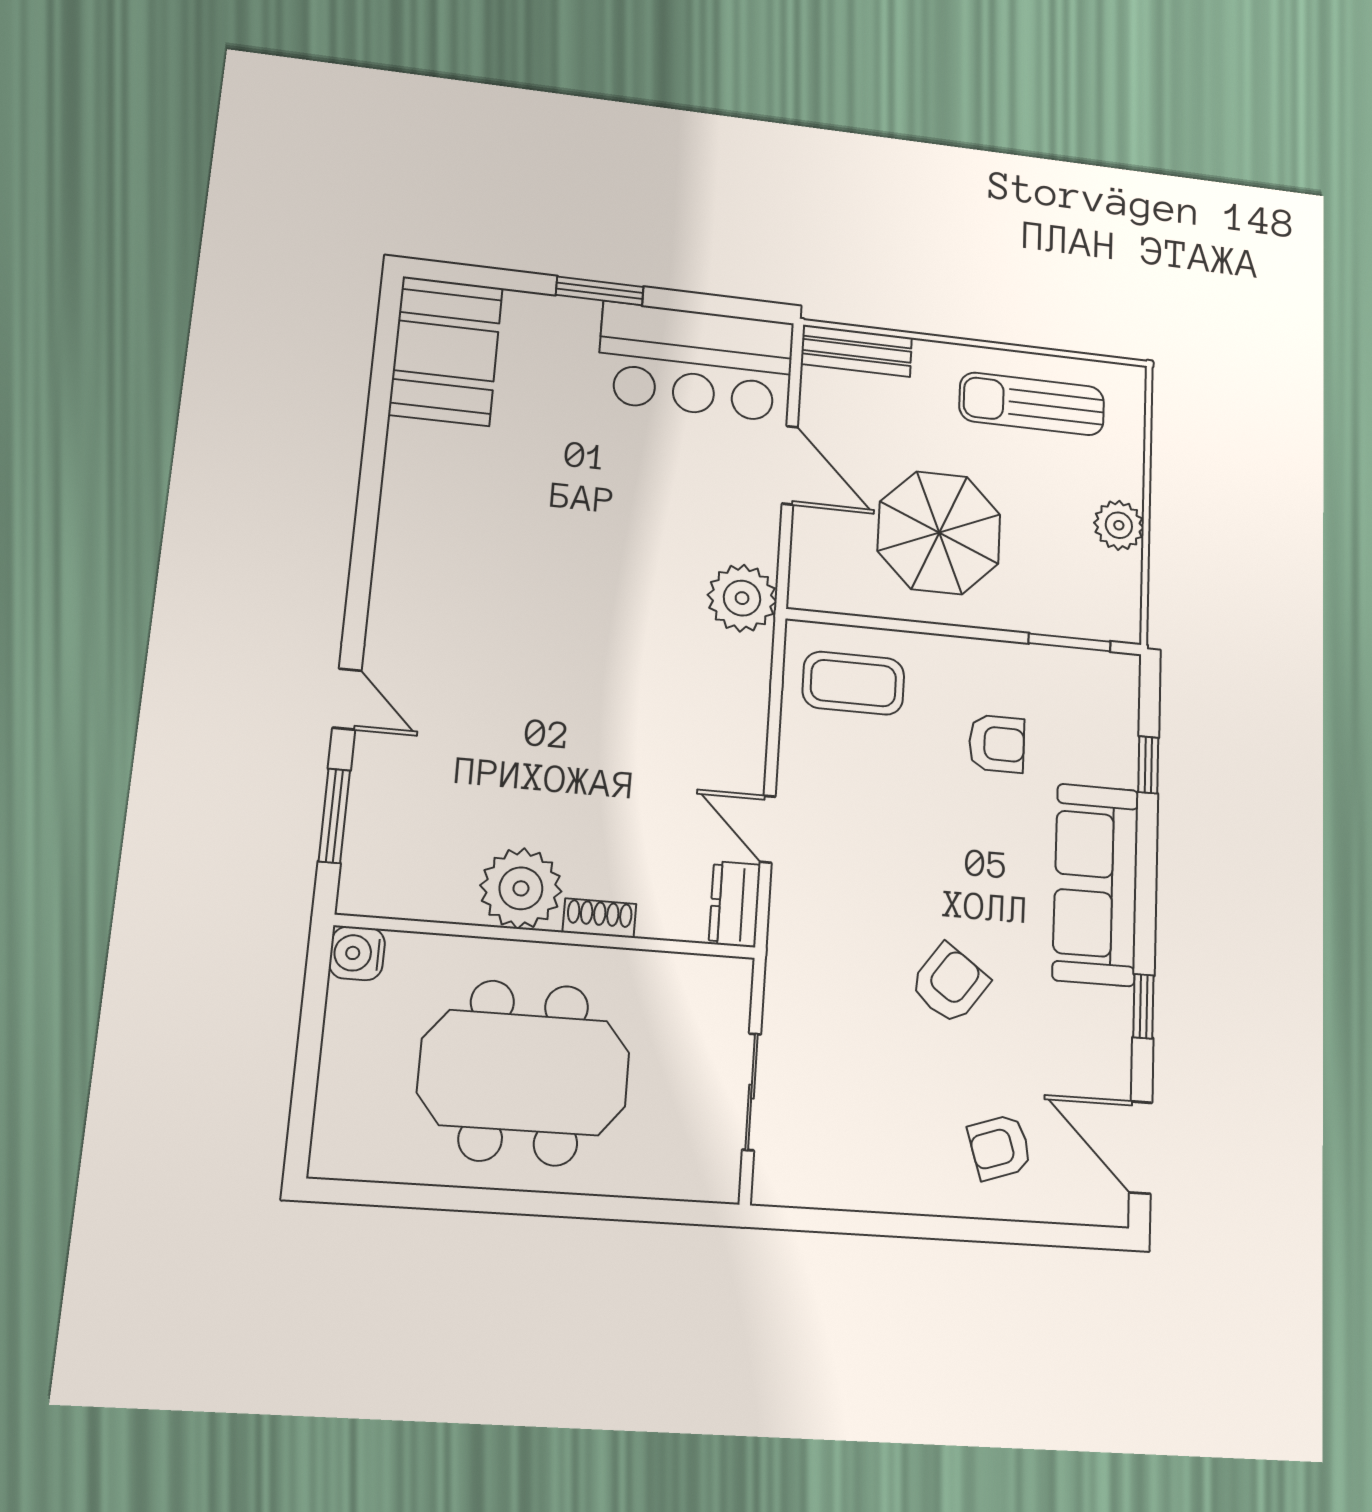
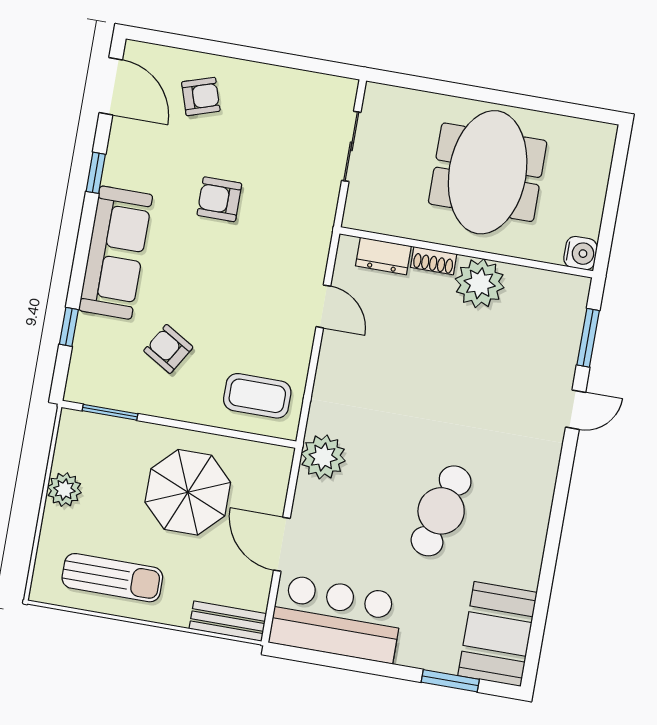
window: (600, 291) -> (450, 681), moved
cafe table: (551, 529) -> (441, 511), added
door: (347, 699) -> (576, 410), swing flipped
armchair: (997, 744) -> (168, 349), turned 31
dresser: (735, 904) -> (383, 256), moved, turned 90
armchair: (950, 984) -> (219, 199), turned 54
meeting table: (524, 1073) -> (488, 172), turned 90

